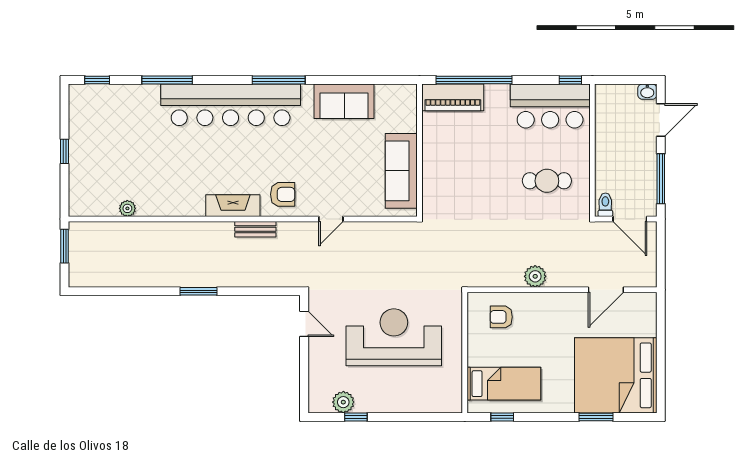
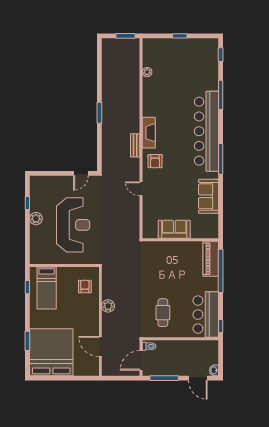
sofa: (401, 171) -> (174, 229), width x0.73
plant: (343, 402) -> (36, 219), moved

